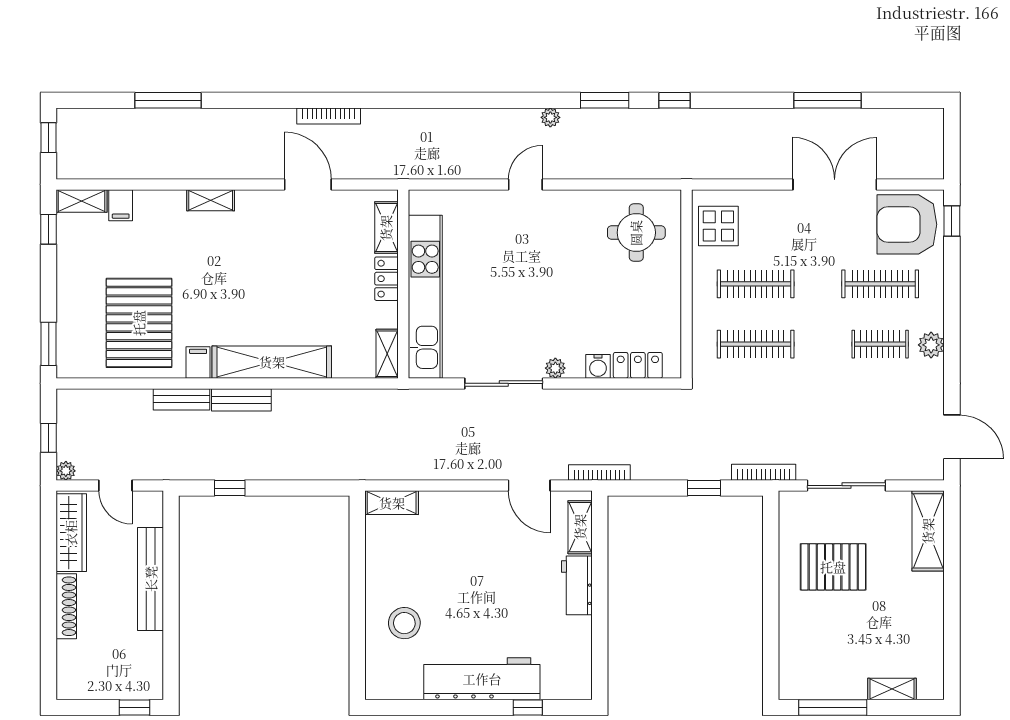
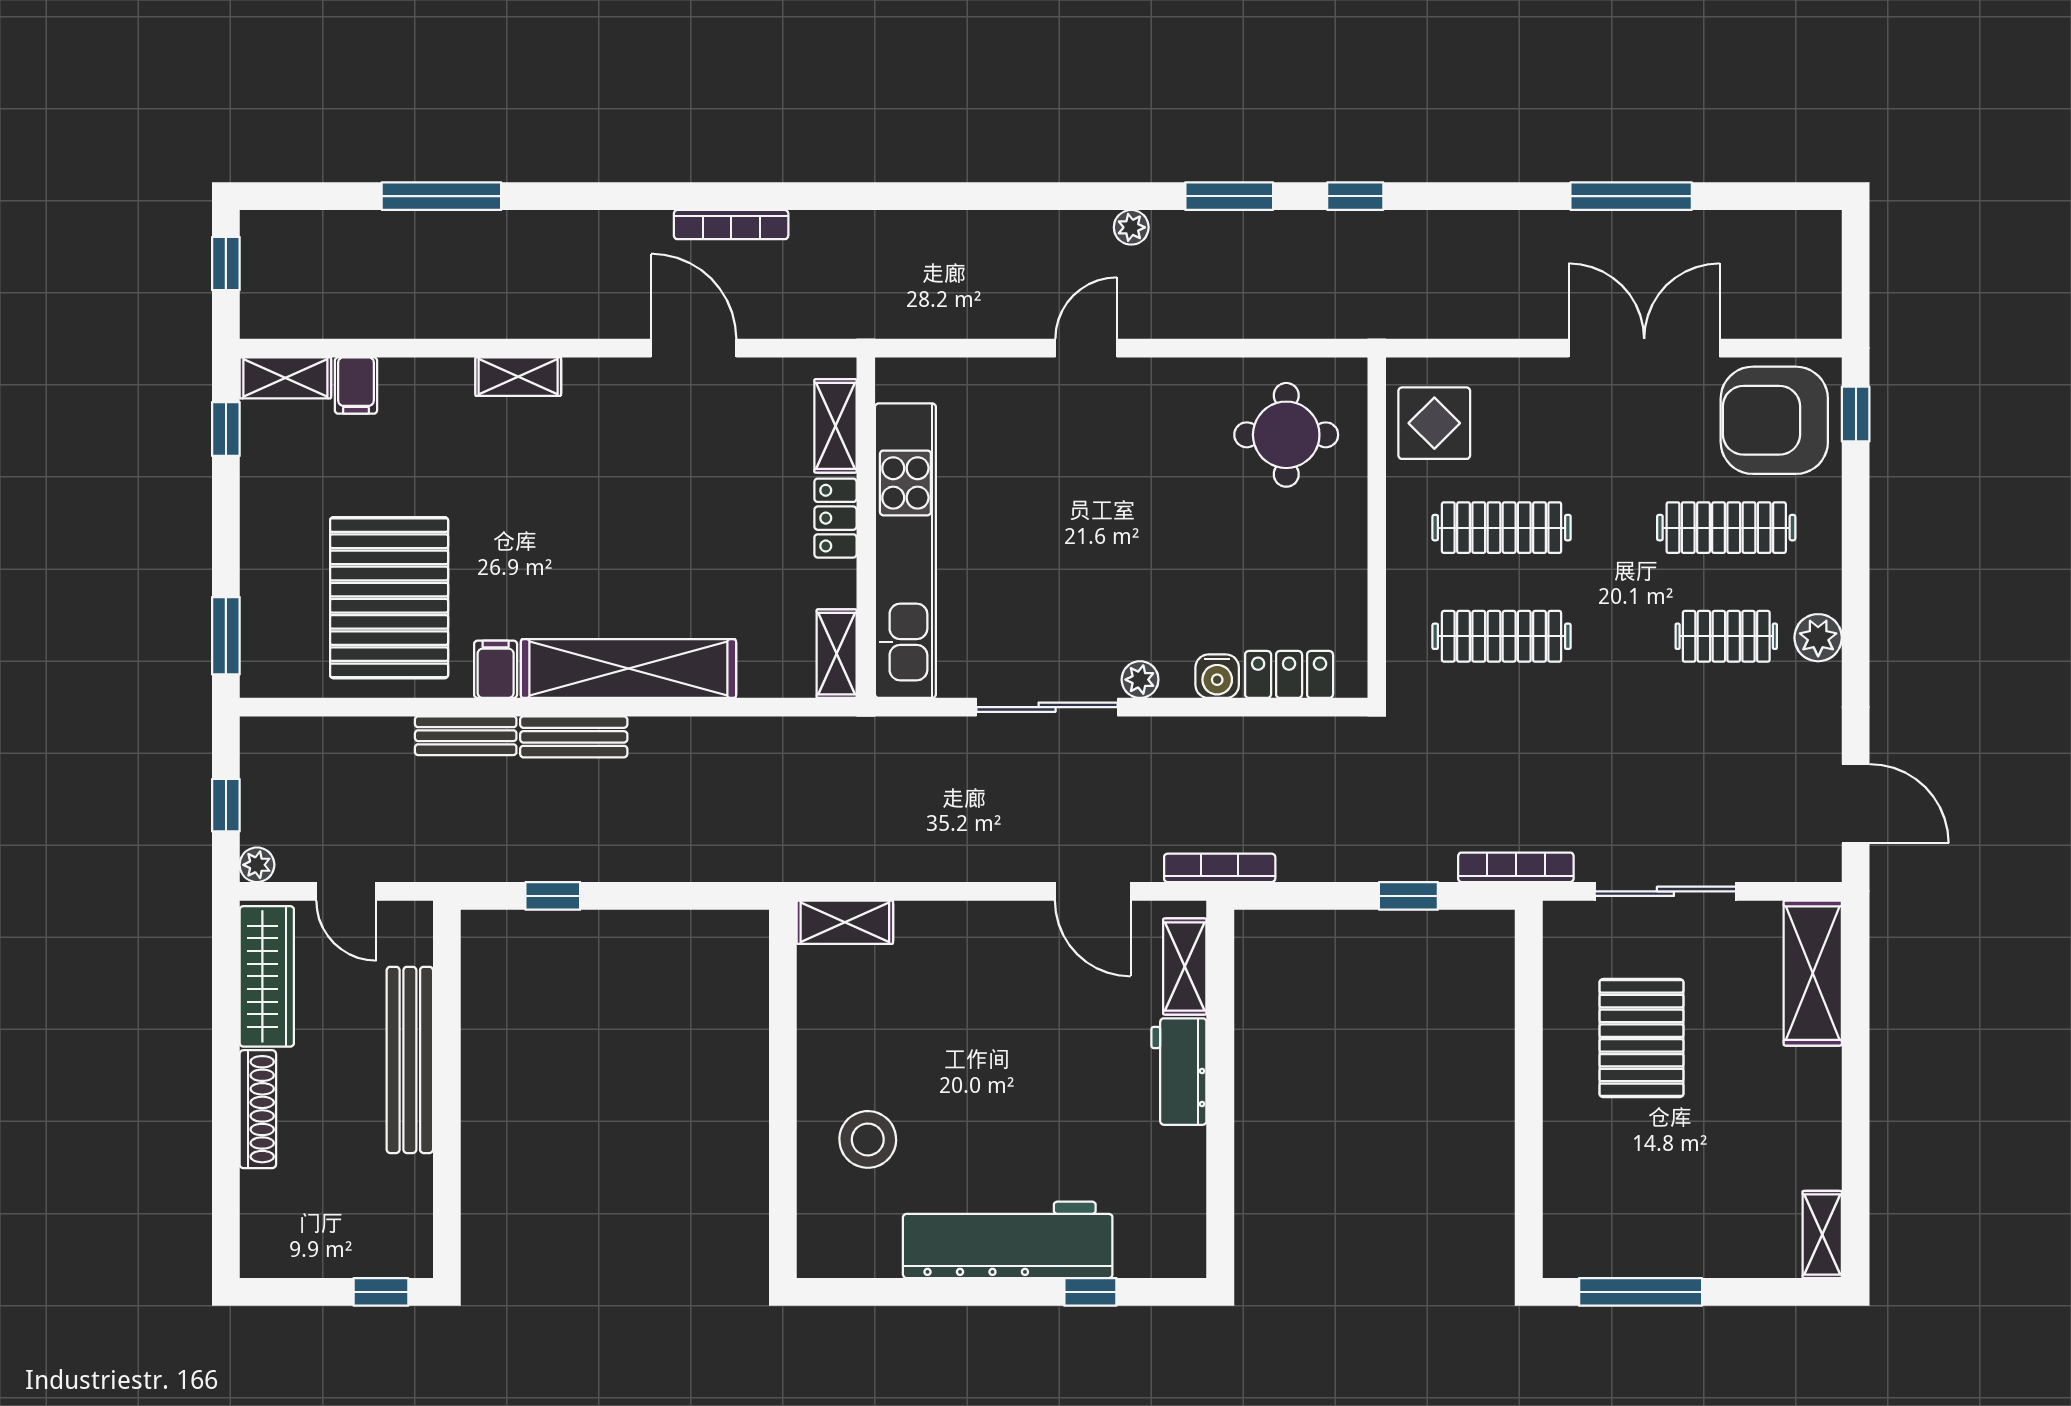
pallet: (833, 567) -> (1641, 1038), turned 90
shelving: (892, 689) -> (1822, 1234), moved, turned 90

